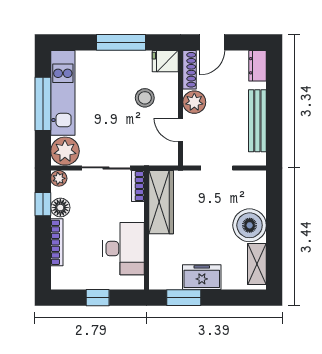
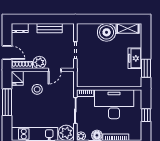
bench: (257, 121) -> (50, 28), width x0.73
wardrobe: (161, 202) -> (94, 80), removed
desk: (123, 249) -> (114, 104), width x1.36, depth x1.30

